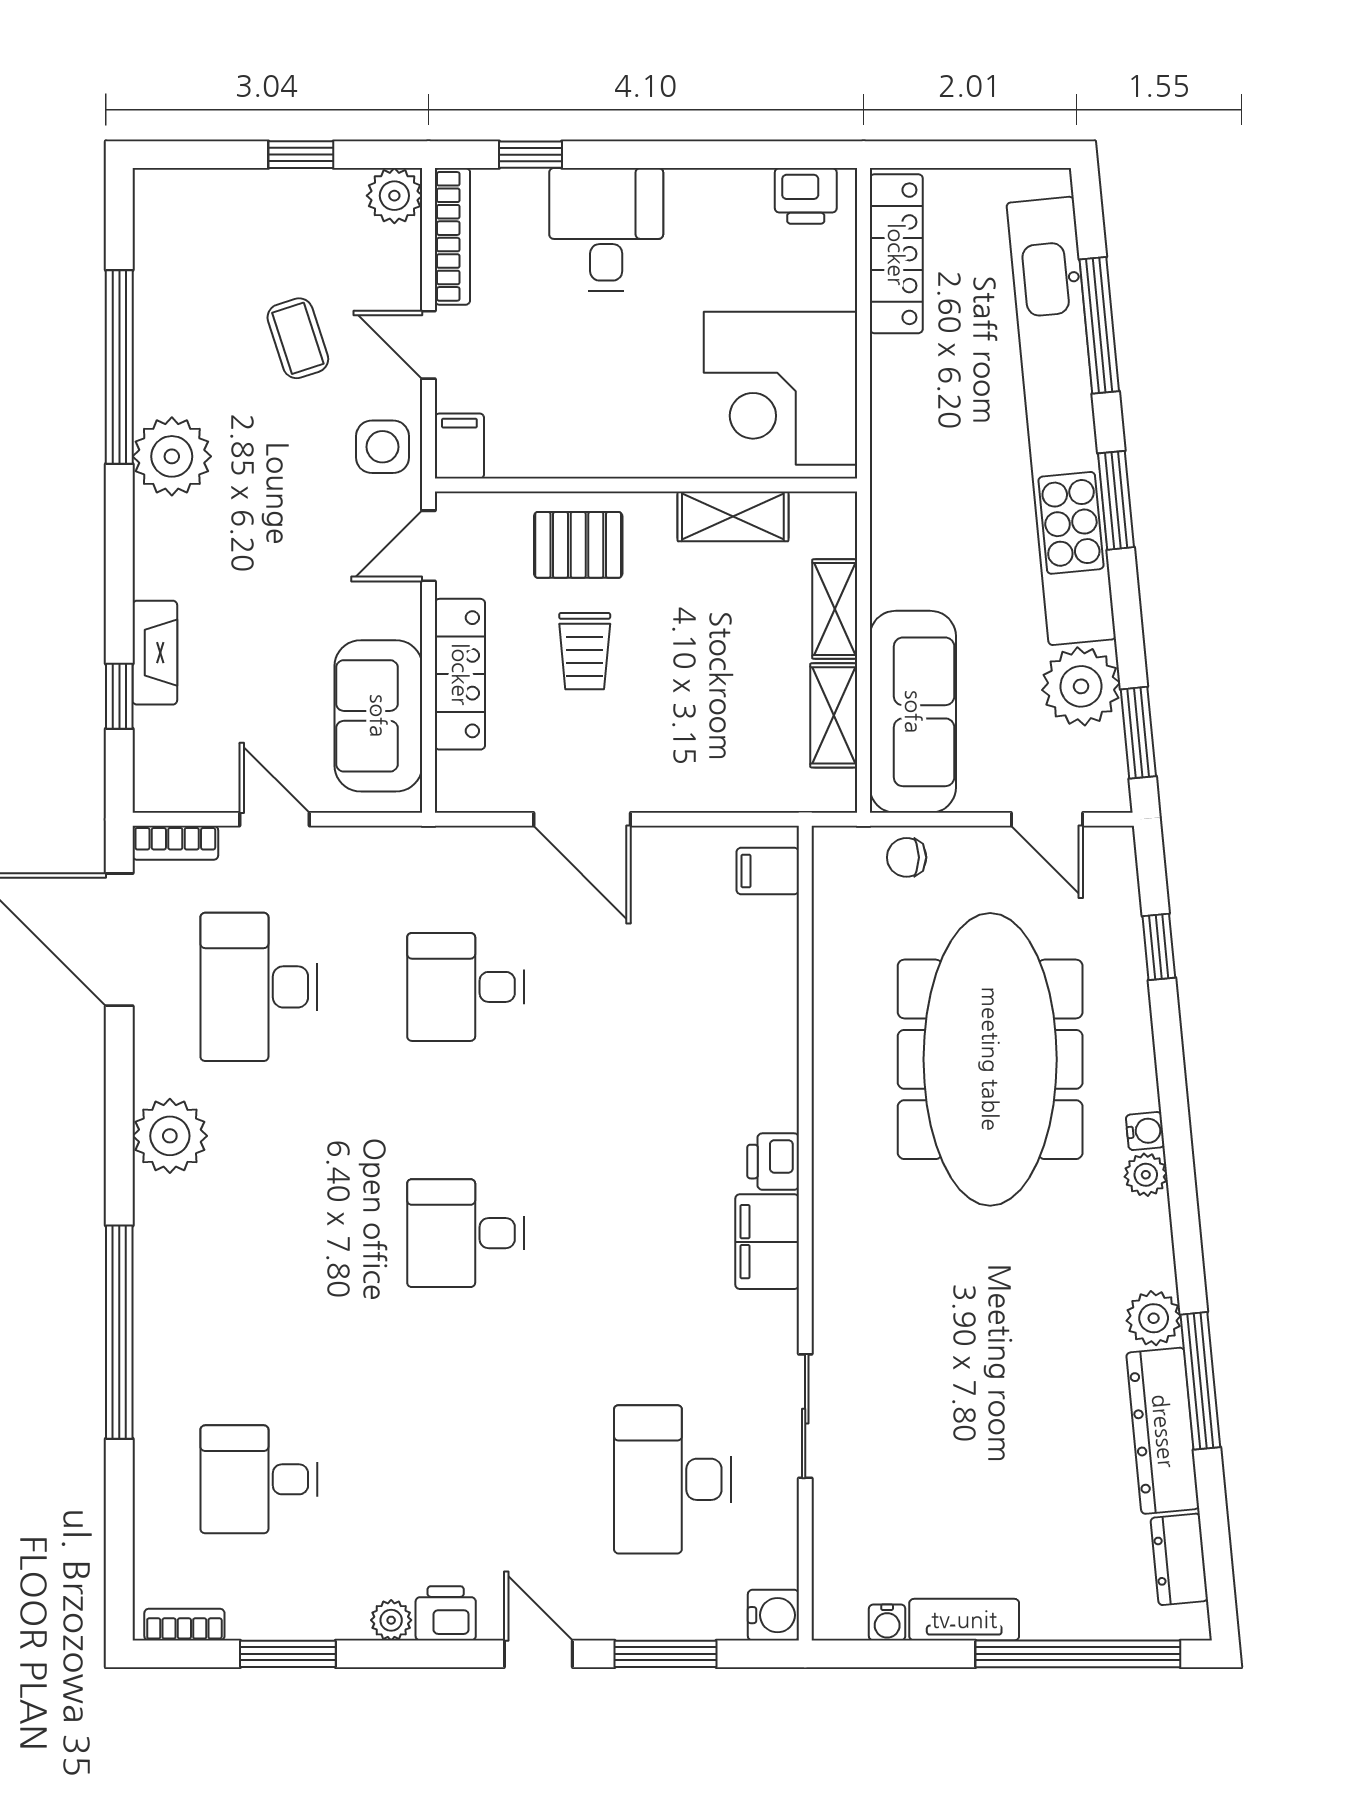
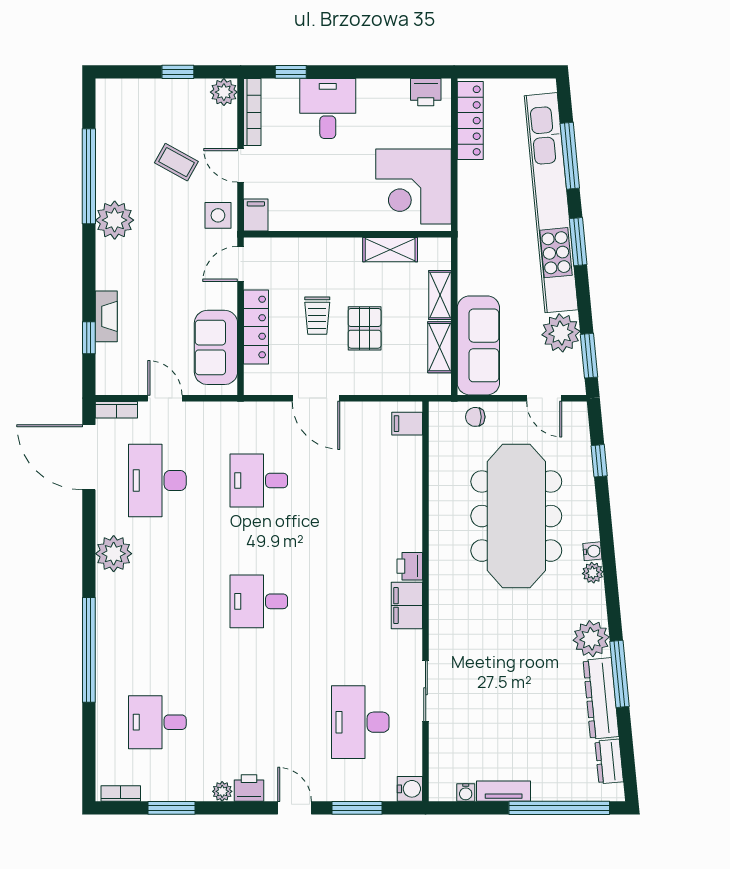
coffee table: (298, 338) -> (176, 162), turned -43
pallet: (578, 545) -> (365, 328), moved, turned 90
plant: (1154, 1318) -> (591, 639), width x1.36, depth x1.36

